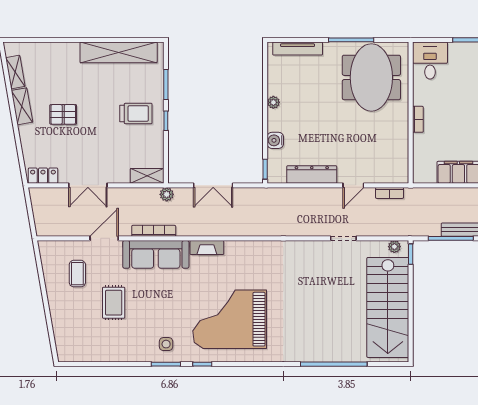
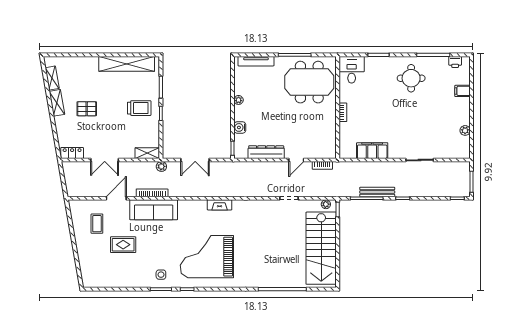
meeting table: (371, 77) -> (309, 82), turned 90
fireplace: (207, 248) -> (220, 205), moved
rug: (114, 303) -> (123, 245), turned 90

